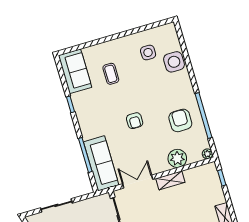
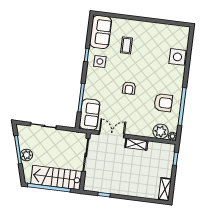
side table: (148, 52) -> (100, 61), moved
armchair: (180, 120) -> (163, 103), turned 90
plant: (177, 158) -> (161, 131), moved
sofa: (101, 163) -> (90, 114), width x0.73

